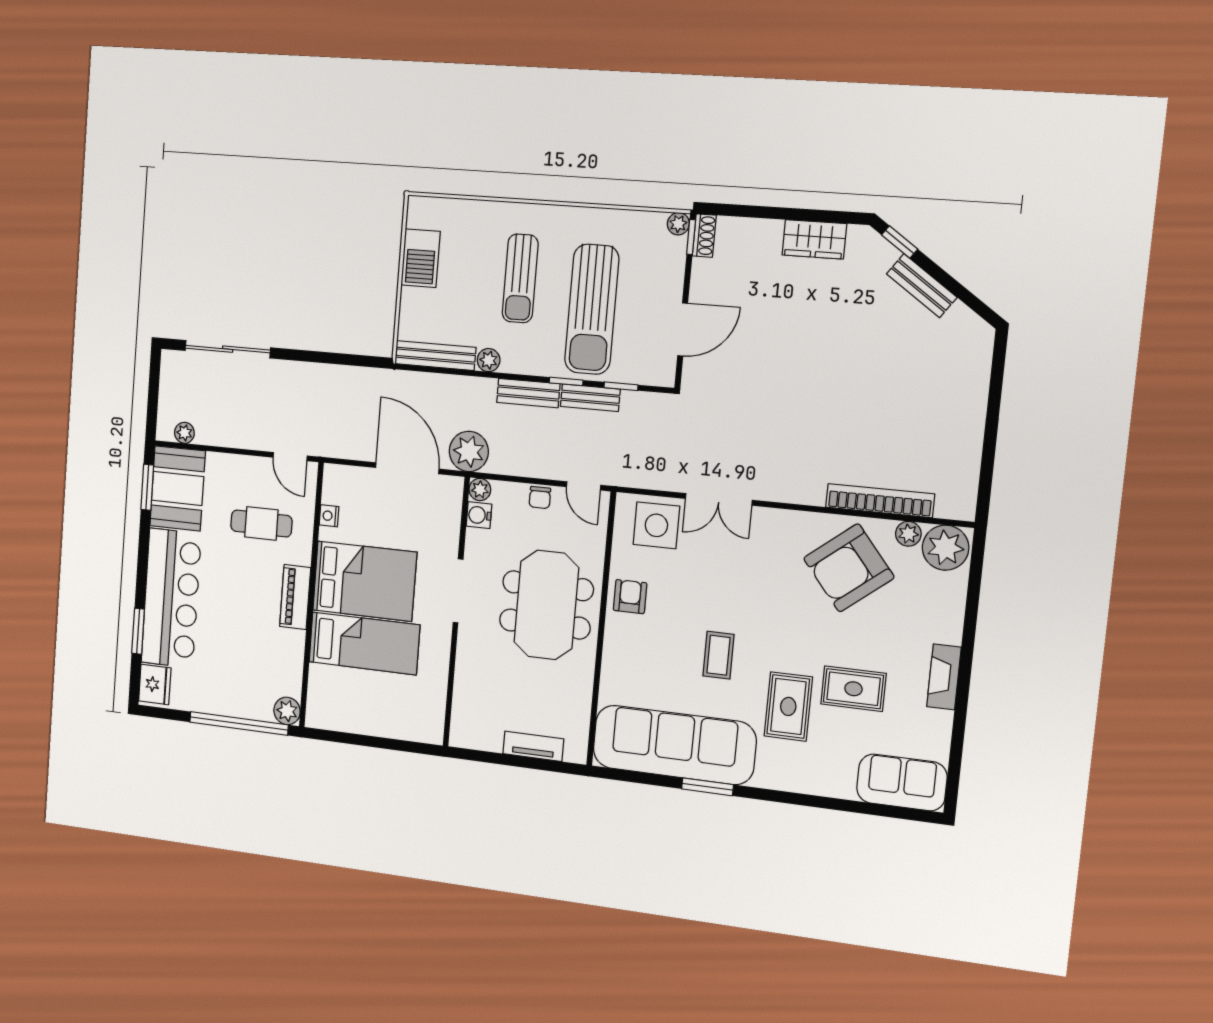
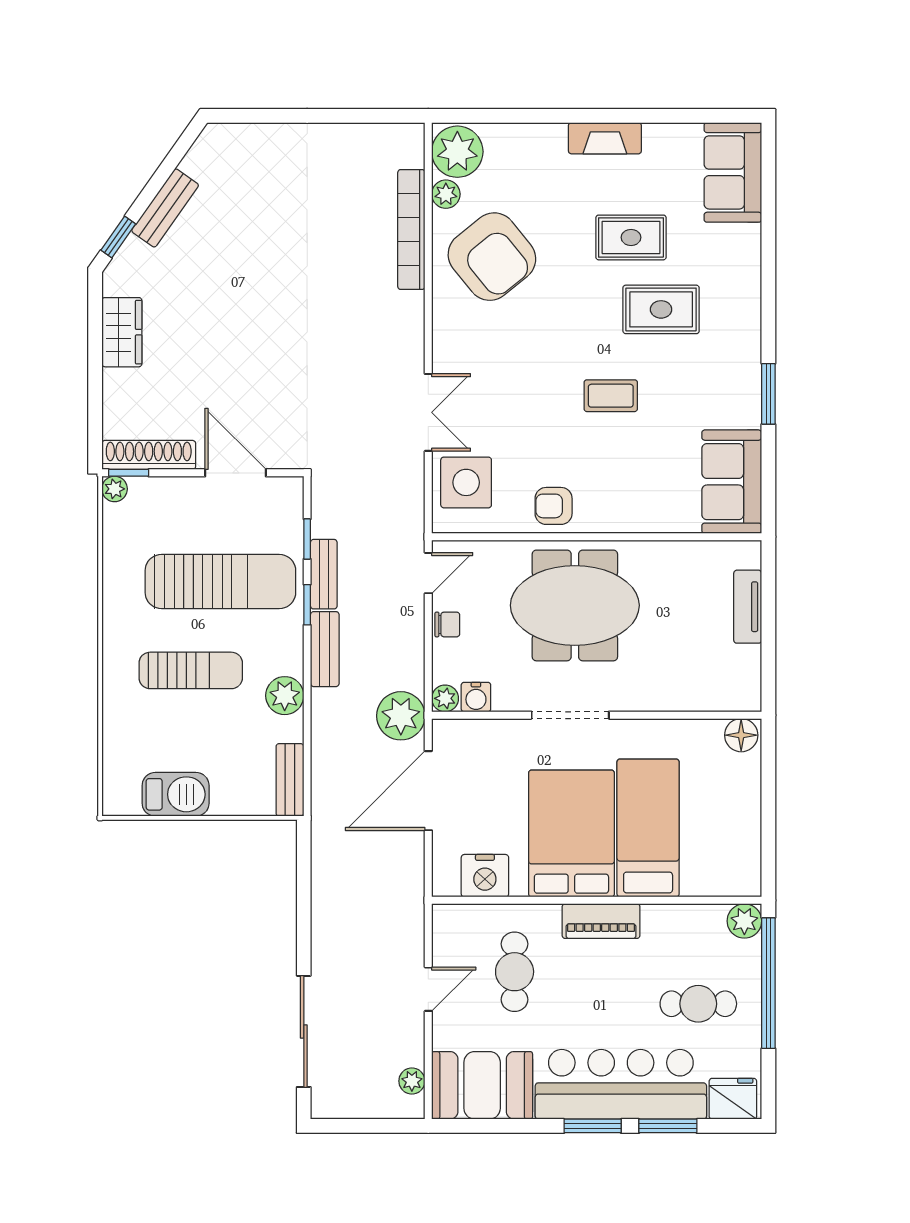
shoe rack: (704, 236) -> (149, 455), width x1.94, depth x1.24
bench: (435, 356) -> (290, 780), width x0.73
plant: (489, 360) -> (285, 696), width x1.38, depth x1.38
door: (290, 457) -> (428, 989), moved
window: (147, 487) -> (593, 1126), moved
nightstand: (329, 516) -> (485, 876), width x1.89, depth x1.79
cafe table: (227, 666) -> (698, 1004), added
rug: (853, 689) -> (631, 237), turned 90
floor lamp: (431, 727) -> (741, 735), added
sofa: (674, 745) -> (732, 482), width x0.54, depth x0.79

